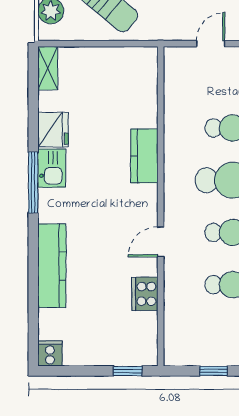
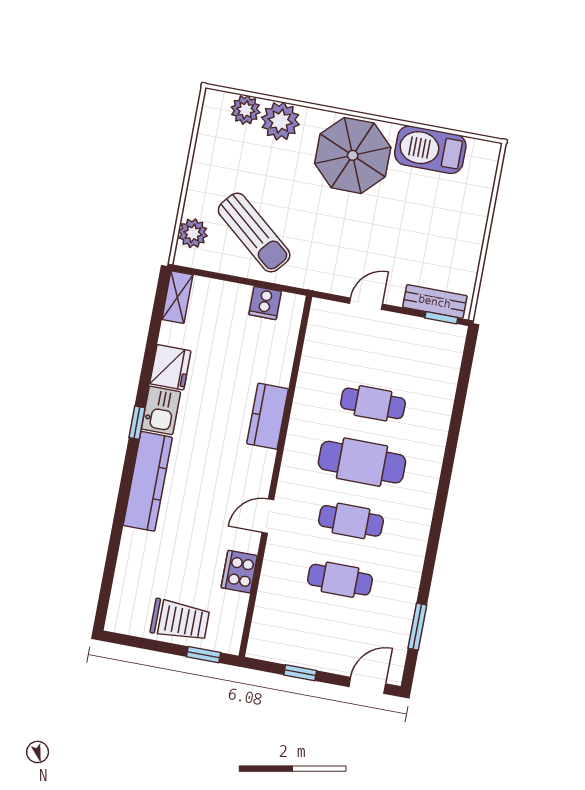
window: (33, 183) -> (137, 423), width x0.46
kitchen counter: (52, 266) -> (148, 481), moved
trolley: (102, 345) -> (180, 620), added
cooker: (50, 354) -> (265, 303), moved, turned 180

